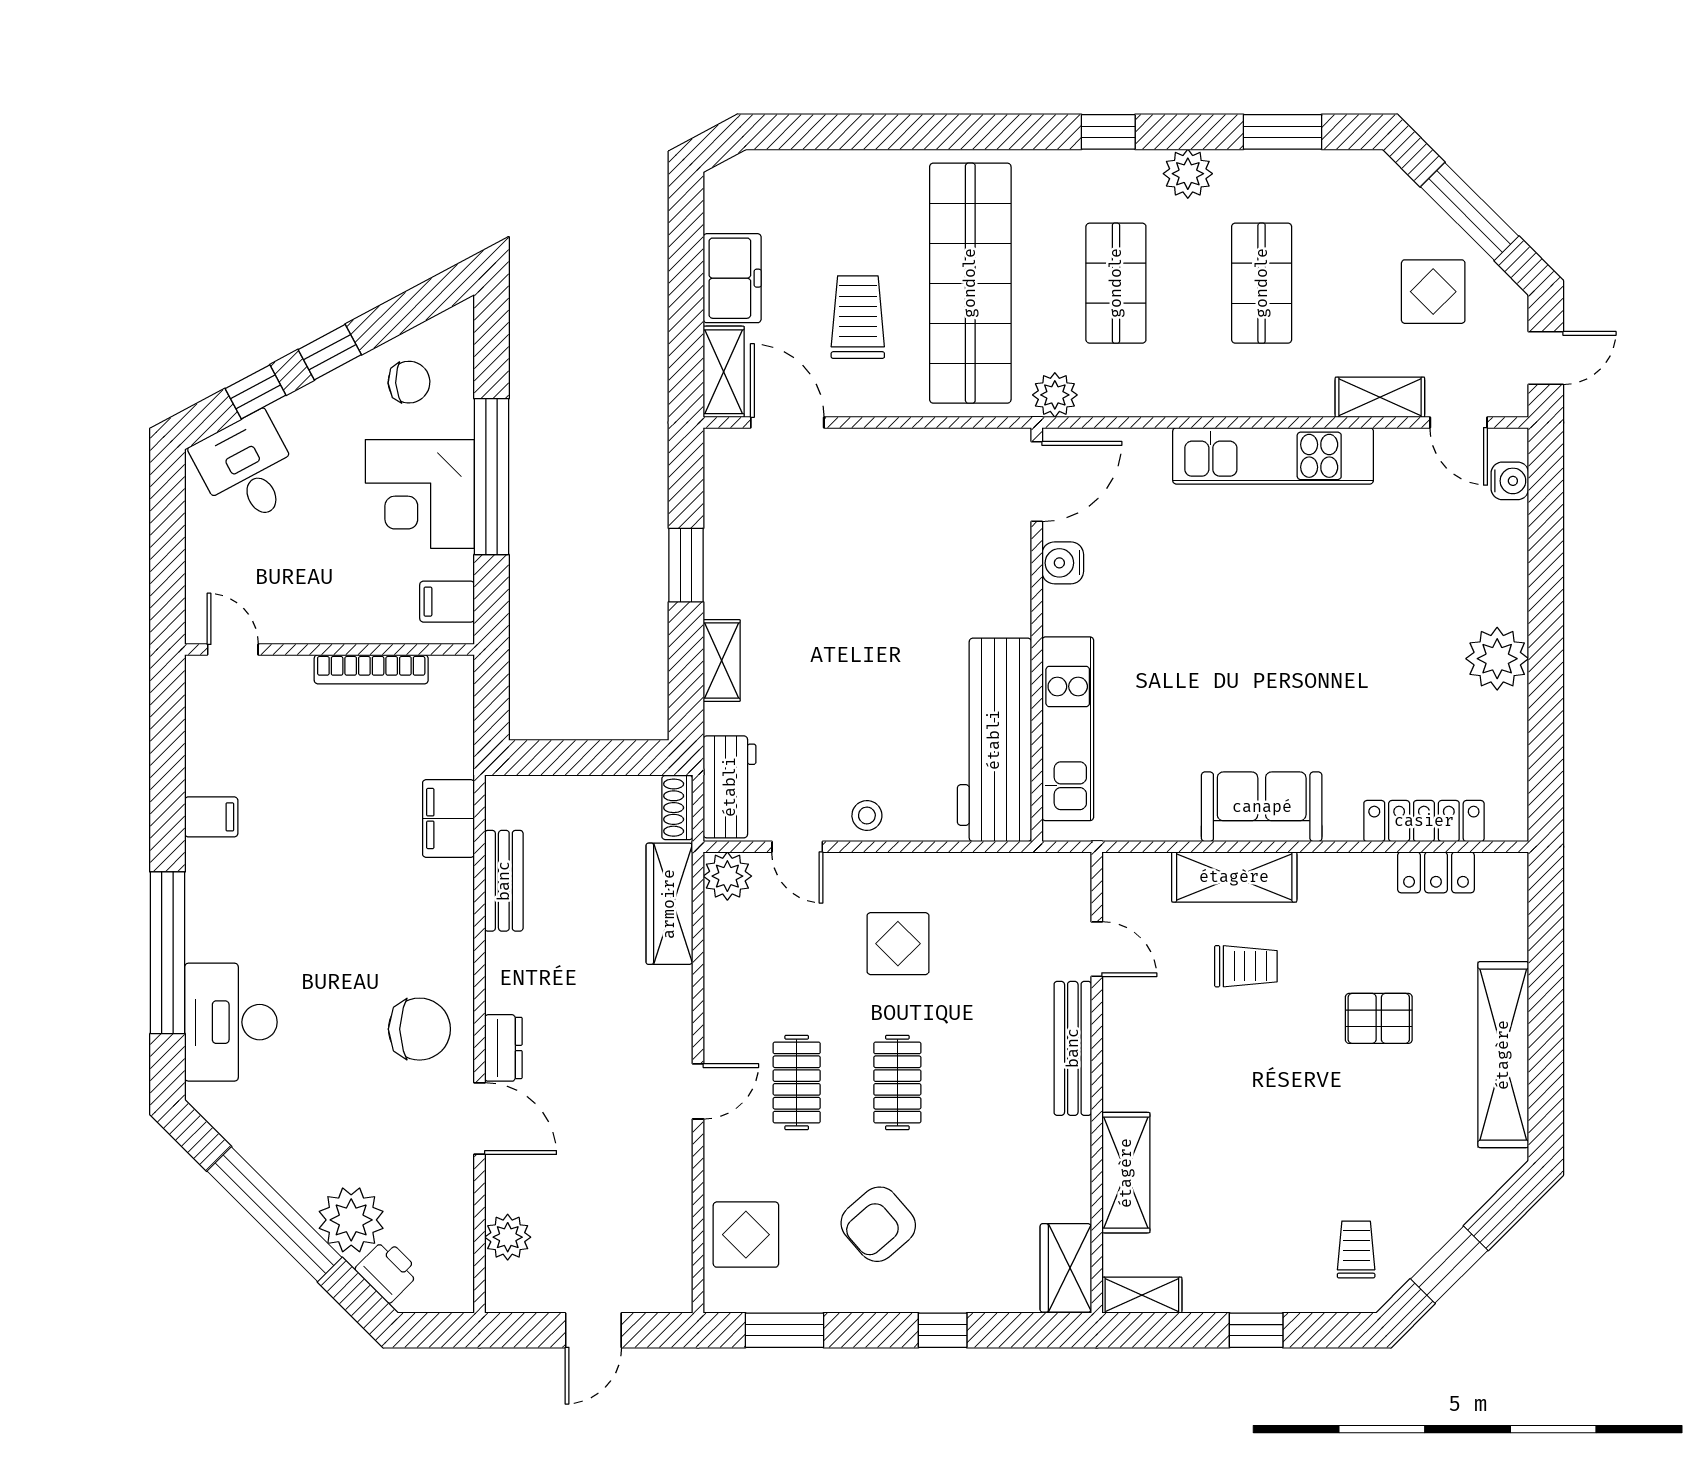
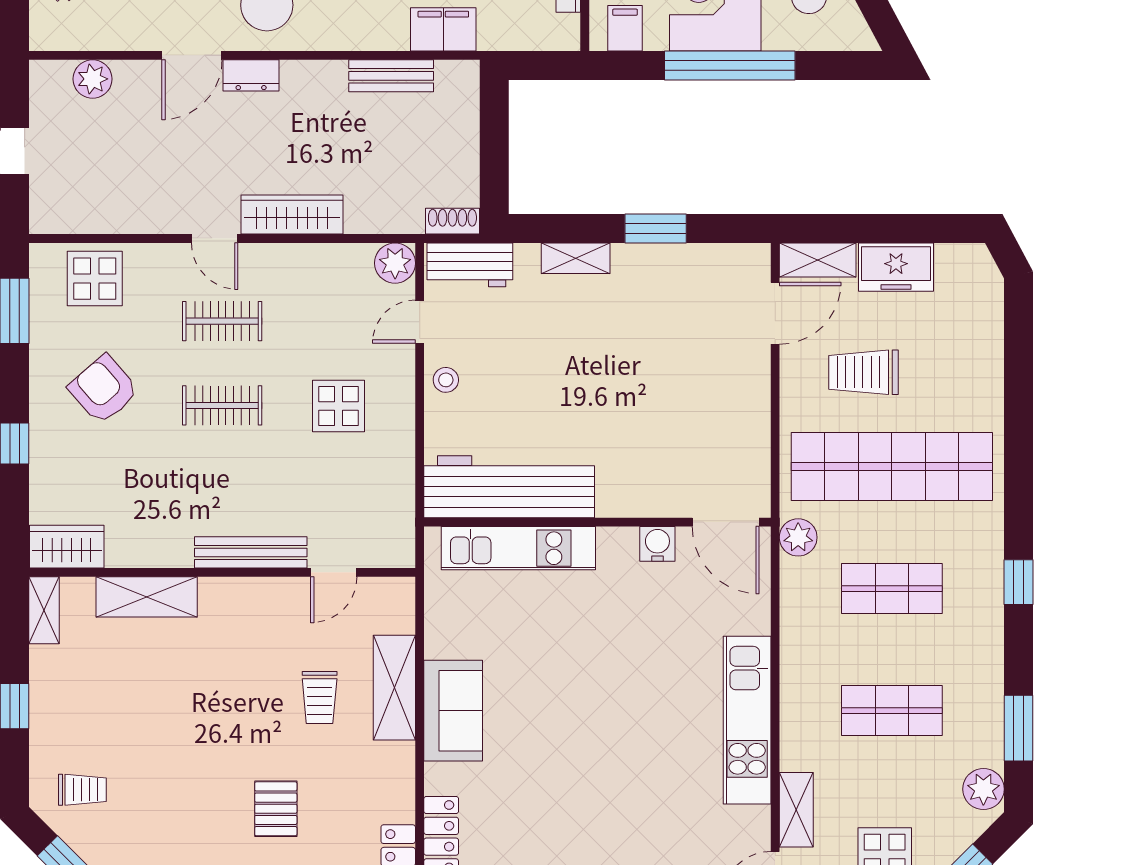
plant: (1188, 174) -> (983, 789), moved
trolley: (858, 317) -> (863, 372), turned 180
wardrobe: (669, 904) -> (292, 215), moved

